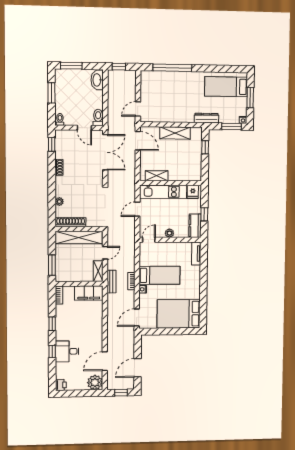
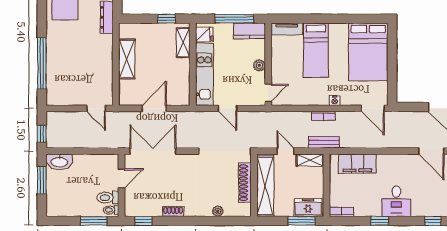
window: (71, 66) -> (42, 180), moved
window: (51, 93) -> (94, 221), moved
toilet: (98, 118) -> (108, 198), moved
door: (138, 141) -> (154, 108), moved
window: (205, 147) -> (167, 19), moved
shelving: (157, 176) -> (183, 43), moved
window: (204, 214) -> (234, 19), width x2.17
shoe rack: (71, 222) -> (245, 183), moved
door: (149, 240) -> (268, 93), swing flipped
freezer: (62, 270) -> (308, 207), added
bed: (159, 275) -> (316, 50), moved, turned 180
filing cabinet: (89, 293) -> (357, 164), moved, turned 90
desk: (67, 351) -> (396, 201), moved
window: (52, 352) -> (433, 221), moved

